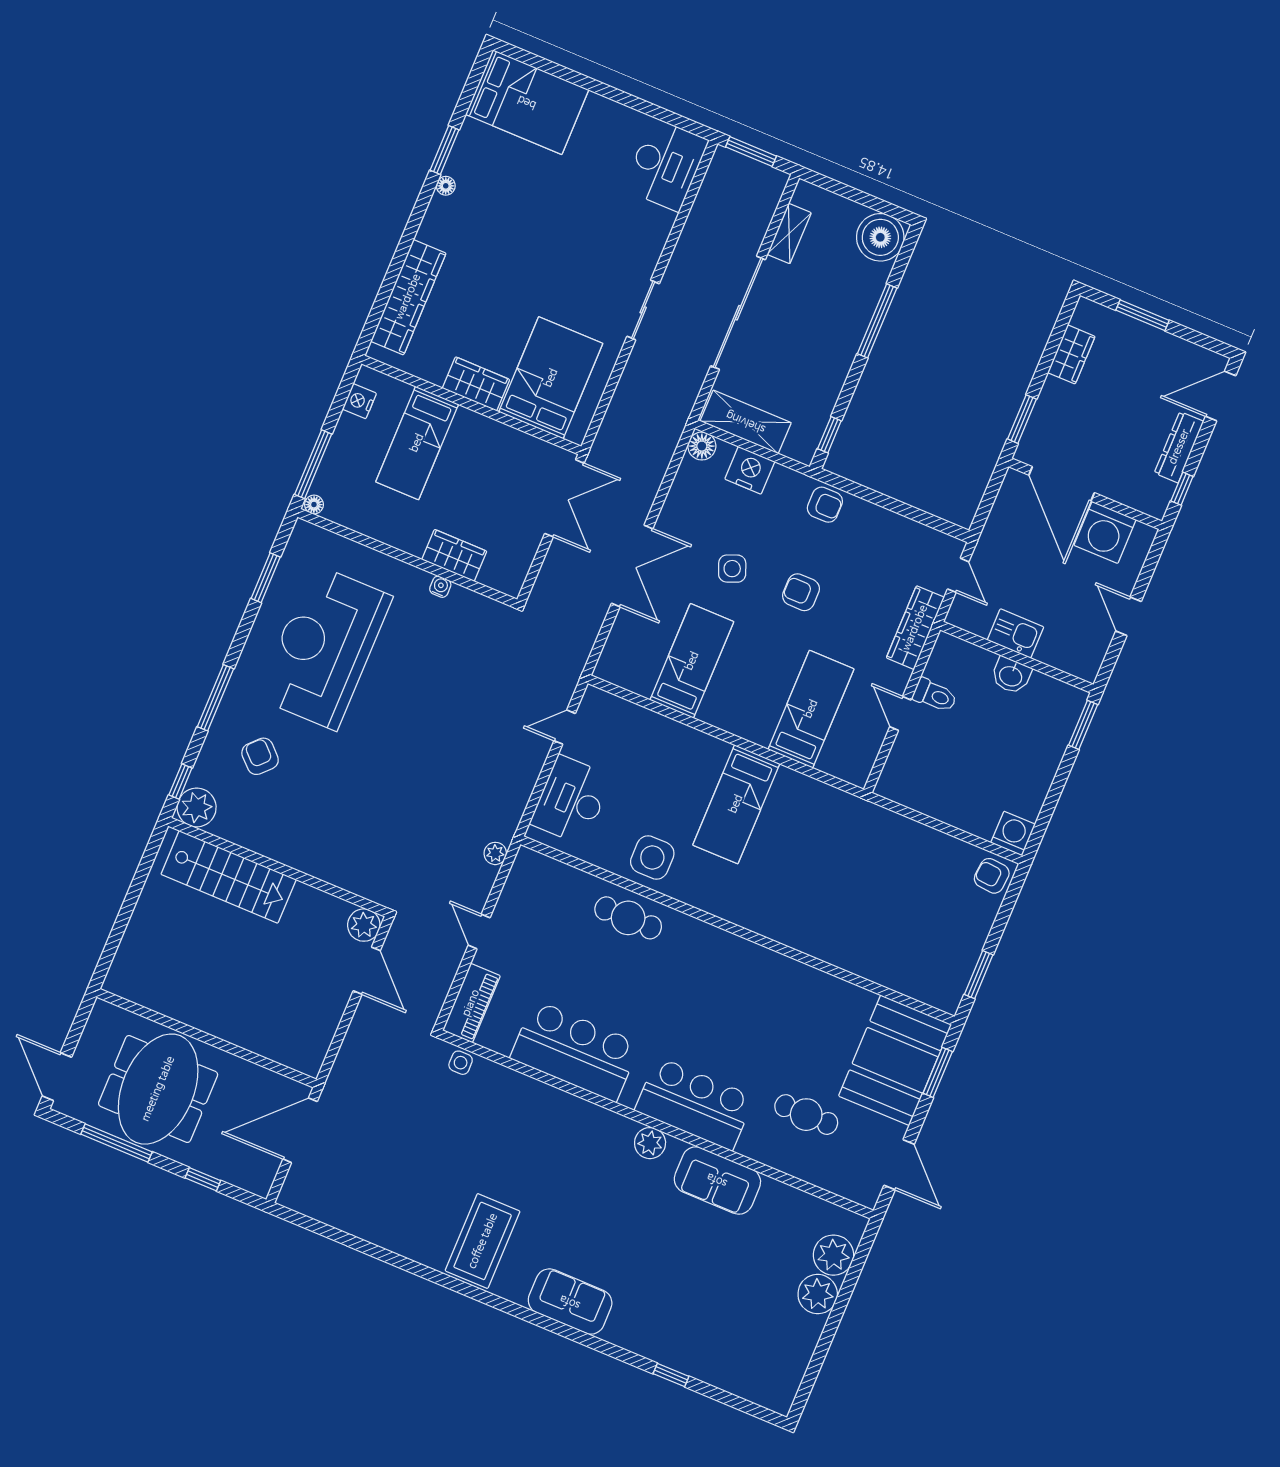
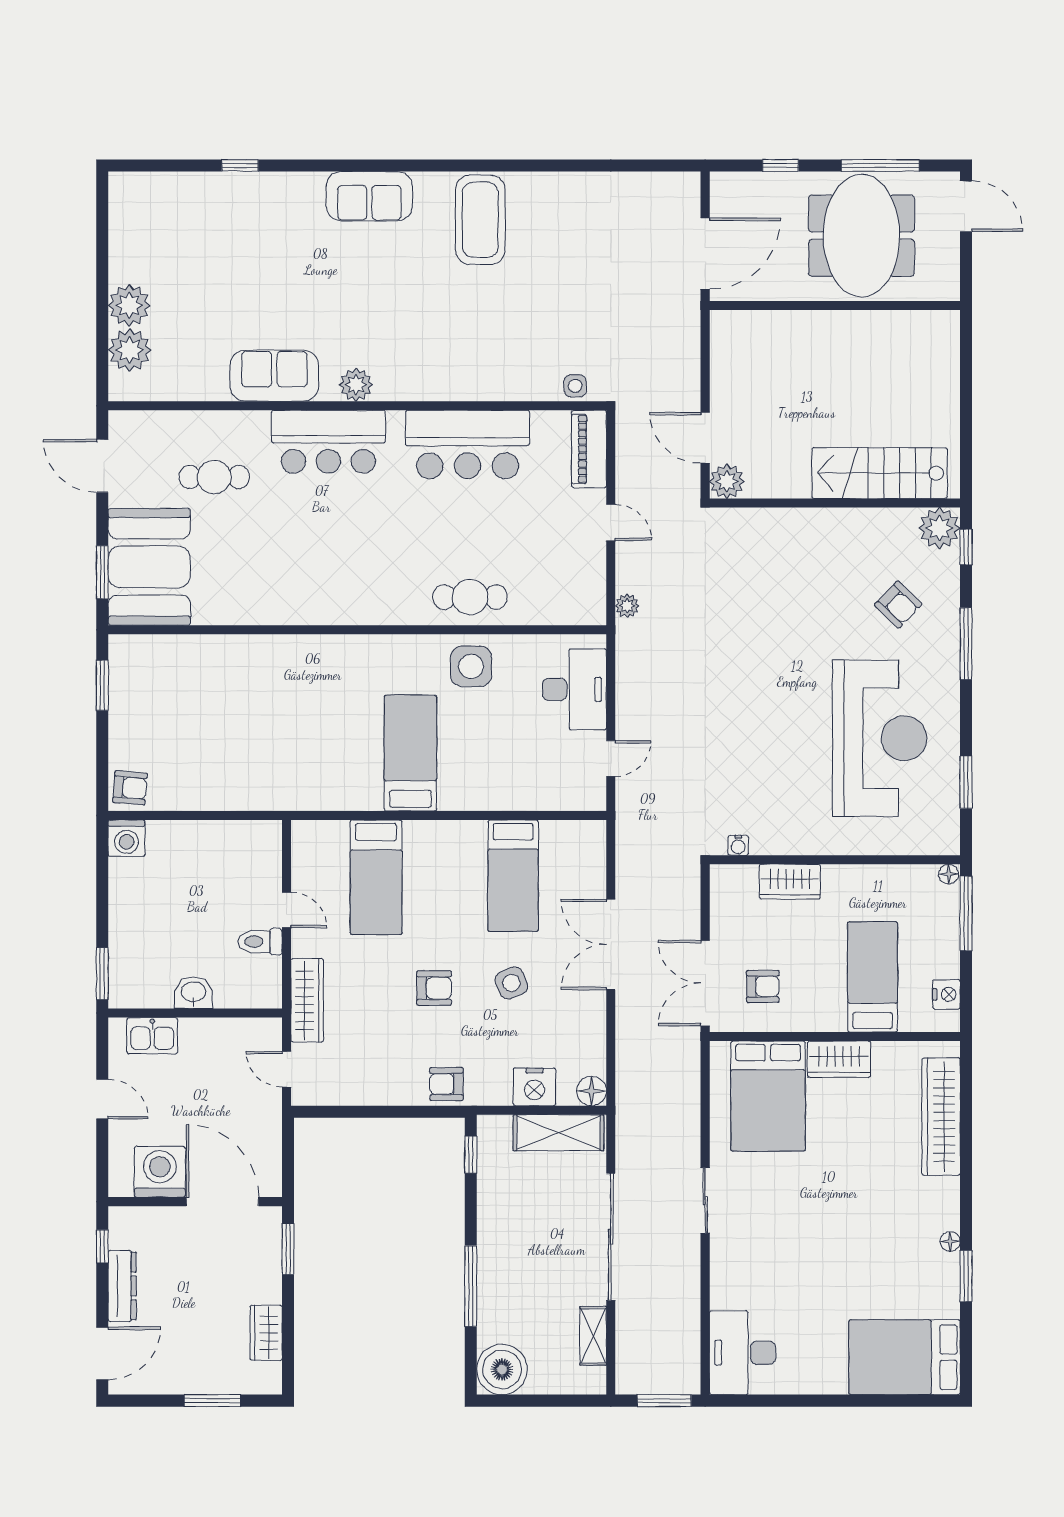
armchair: (516, 475) -> (763, 986), added
water cooler: (440, 587) -> (738, 845), moved
kitchen sink: (1015, 634) -> (152, 1036), moved

